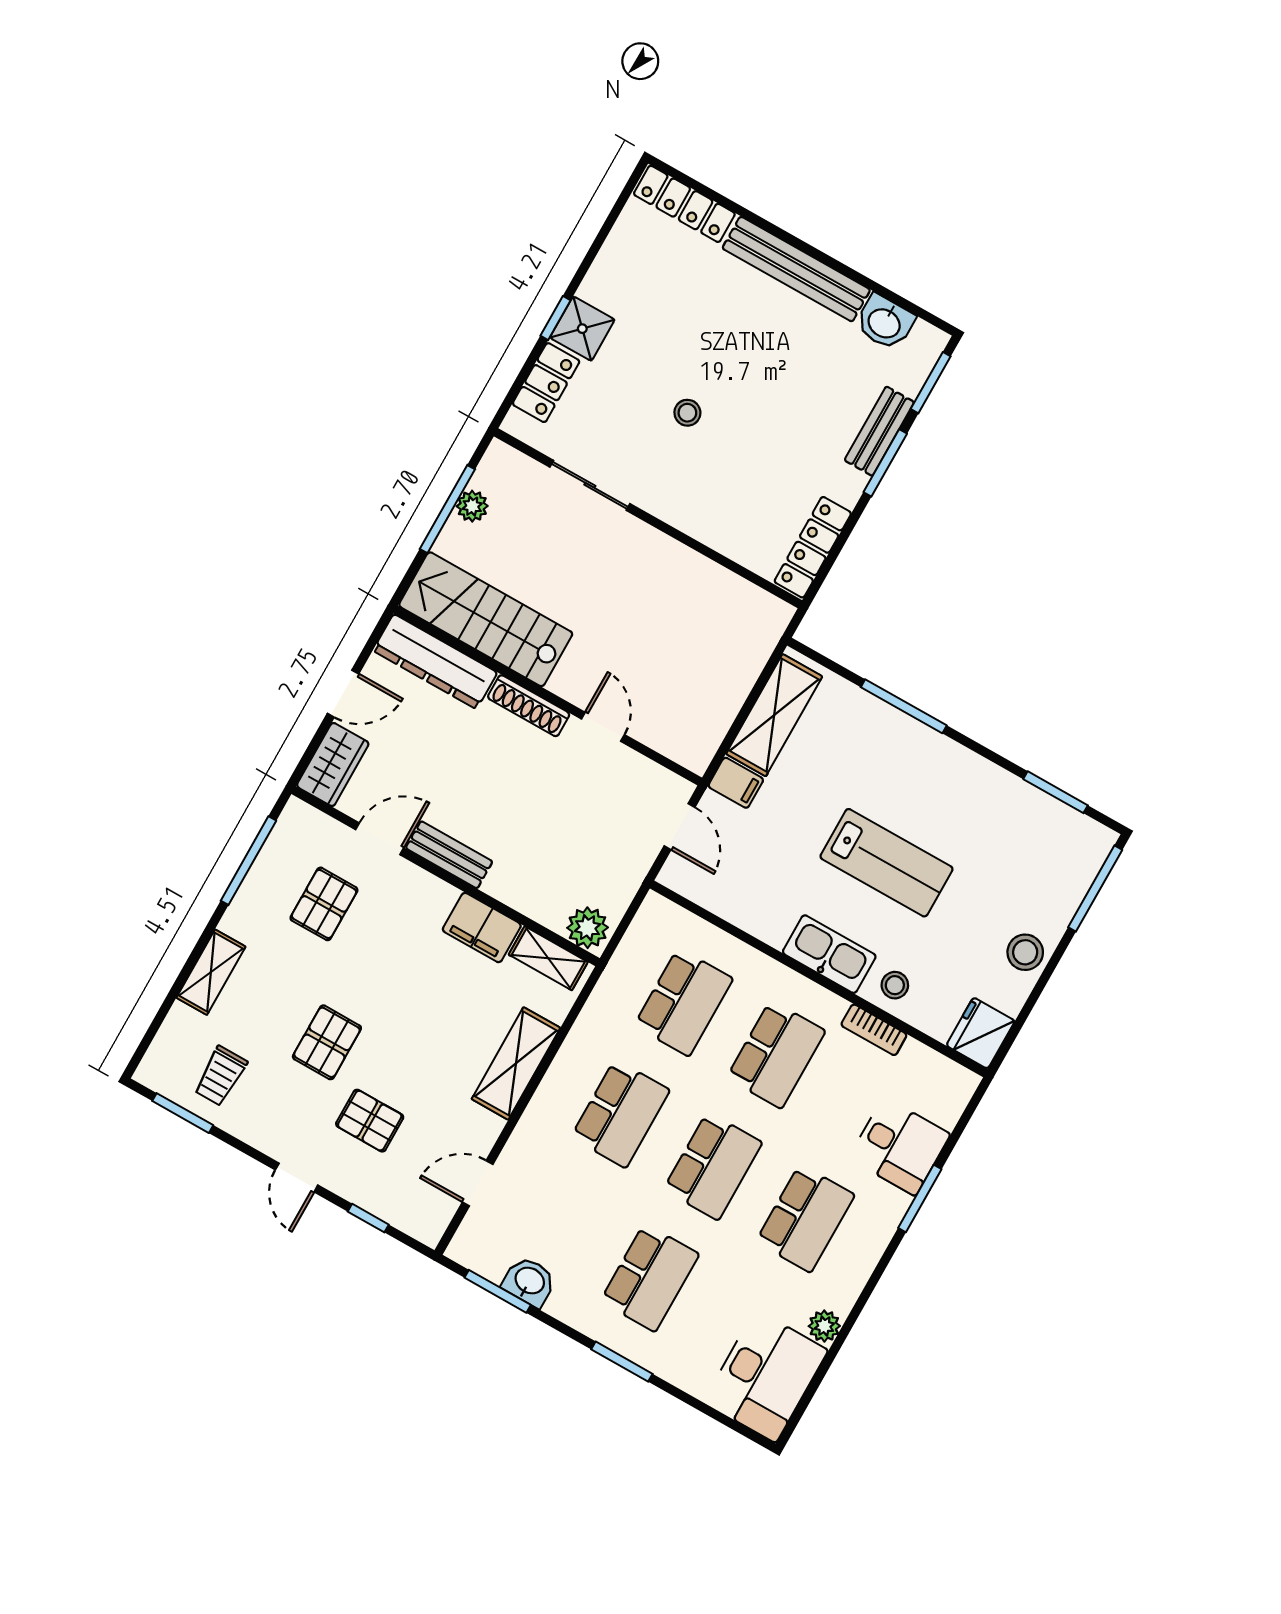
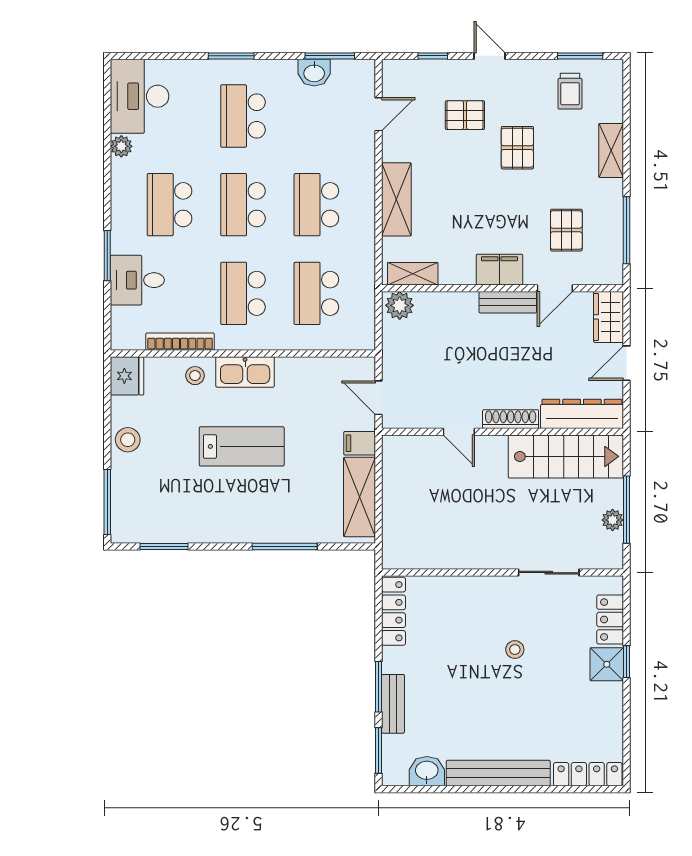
lab bench: (887, 863) -> (242, 446), turned 180
filing cabinet: (482, 927) -> (500, 270), moved
bookcase: (874, 1030) -> (180, 342), width x1.56
trolley: (220, 1076) -> (570, 91), turned 180

